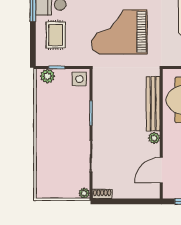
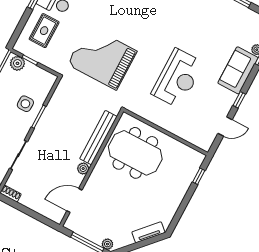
side table: (79, 79) -> (25, 104), moved

